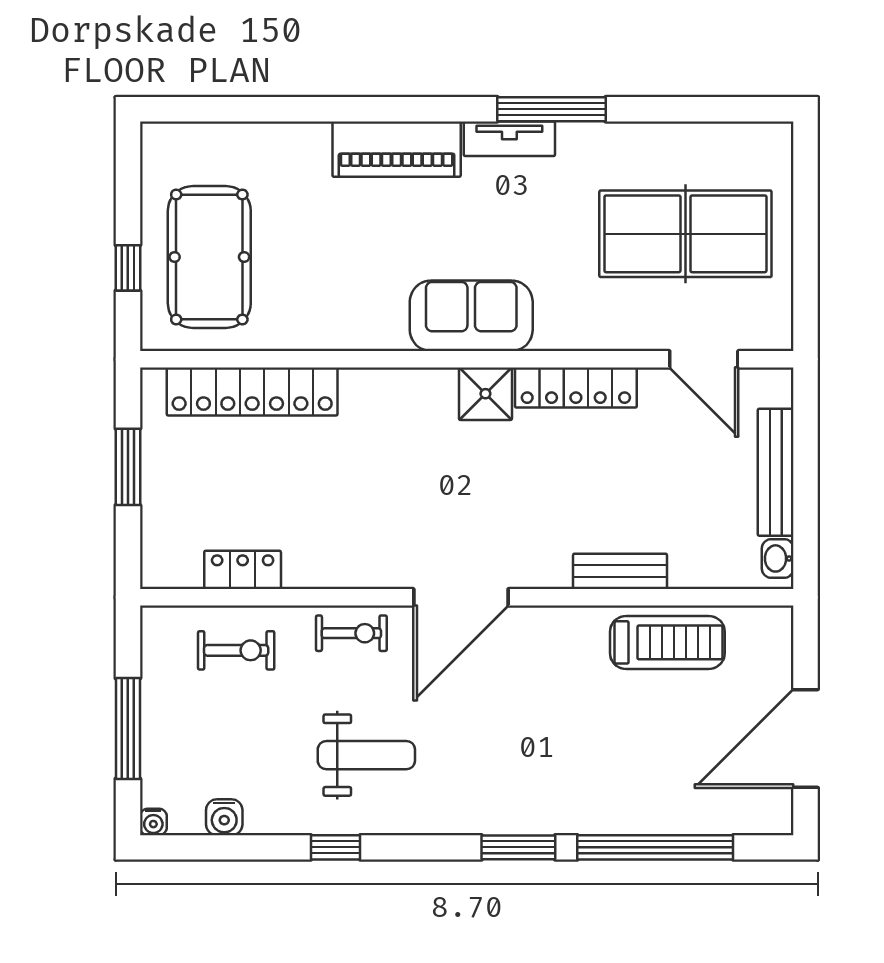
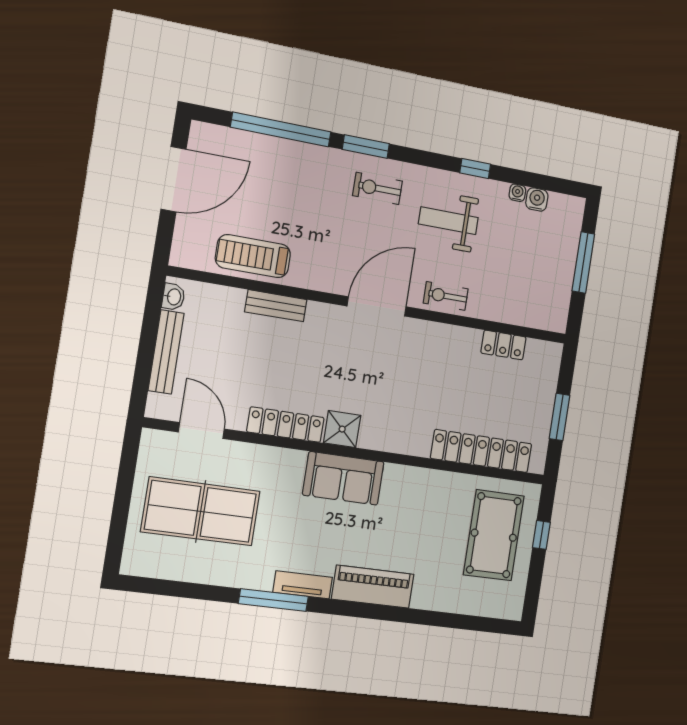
exercise bike: (236, 650) -> (378, 188), moved
water cooler: (153, 822) -> (517, 193), moved

